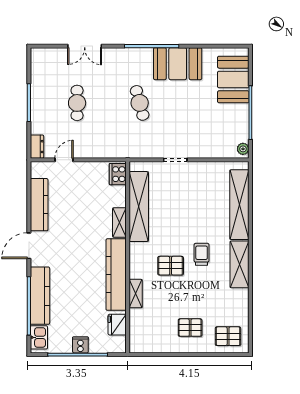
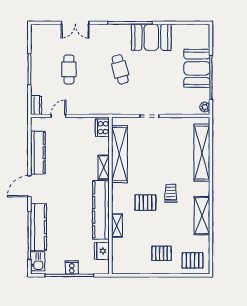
booth: (233, 79) -> (197, 68), moved
shelving: (240, 264) -> (202, 216), moved

